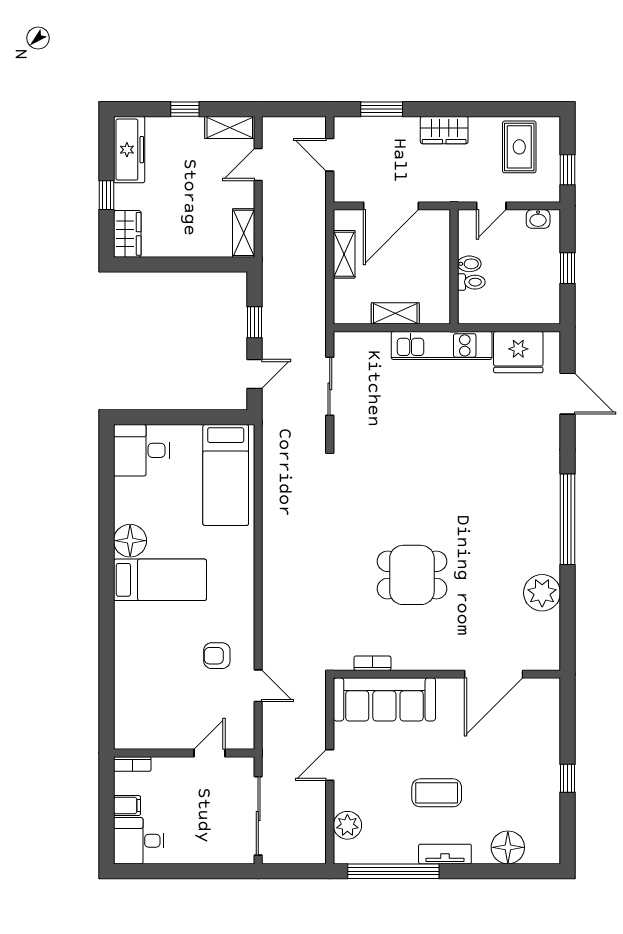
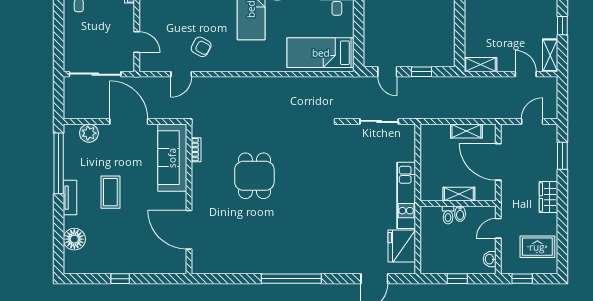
door: (491, 206) -> (498, 228), hinge flipped
shelving: (395, 313) -> (459, 194), moved, turned 90
plant: (542, 593) -> (243, 262), removed
armchair: (217, 656) -> (201, 47), turned 118
door: (330, 765) -> (129, 121), width x1.87

